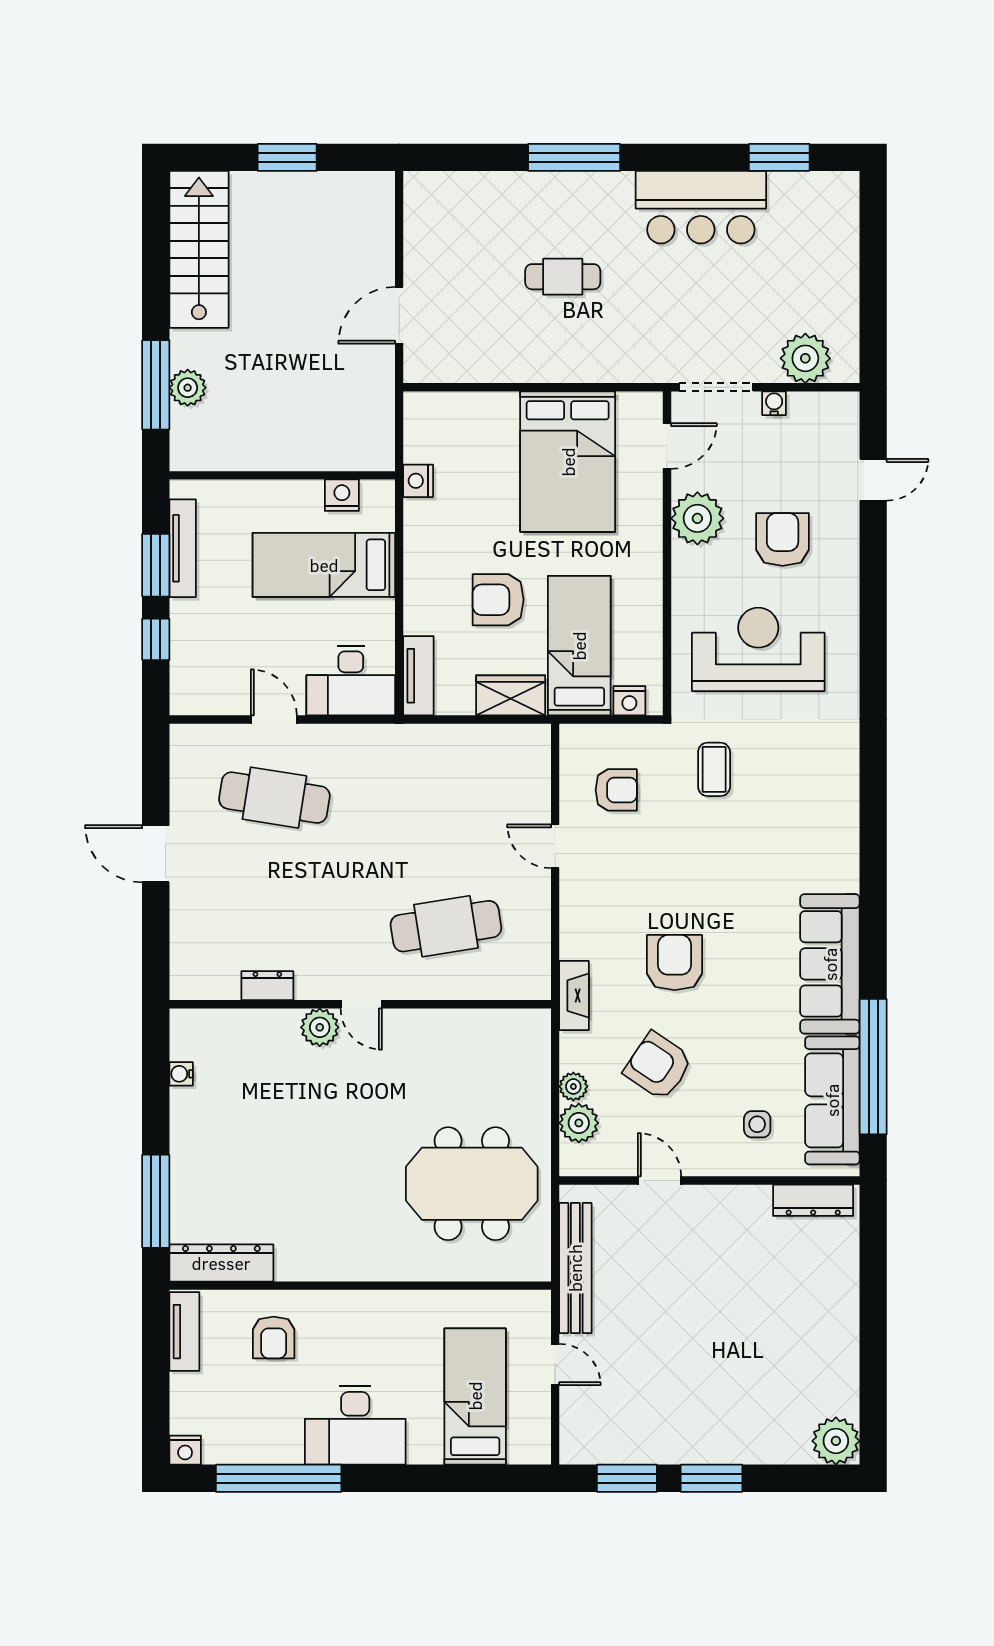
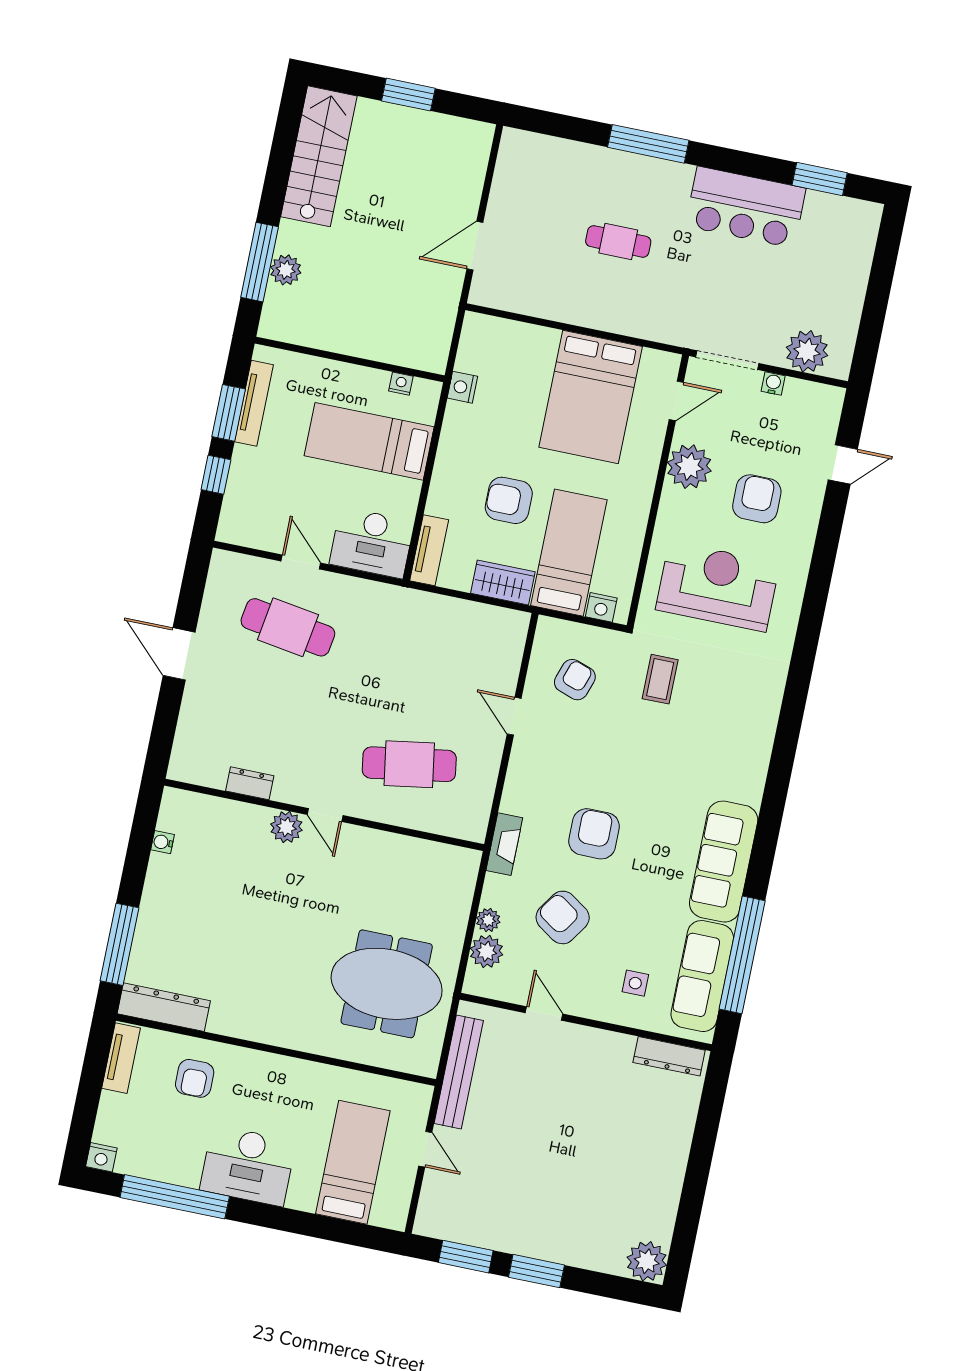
nightstand: (342, 495) -> (401, 384), width x0.72, depth x0.74
armchair: (616, 790) -> (575, 680), turned -71

